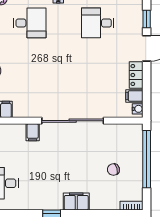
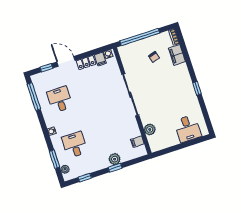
desk: (98, 23) -> (60, 99), turned 180
plant: (17, 131) -> (150, 129), added
filing cabinet: (33, 132) -> (147, 119), removed
filing cabinet: (76, 202) -> (177, 55), moved

